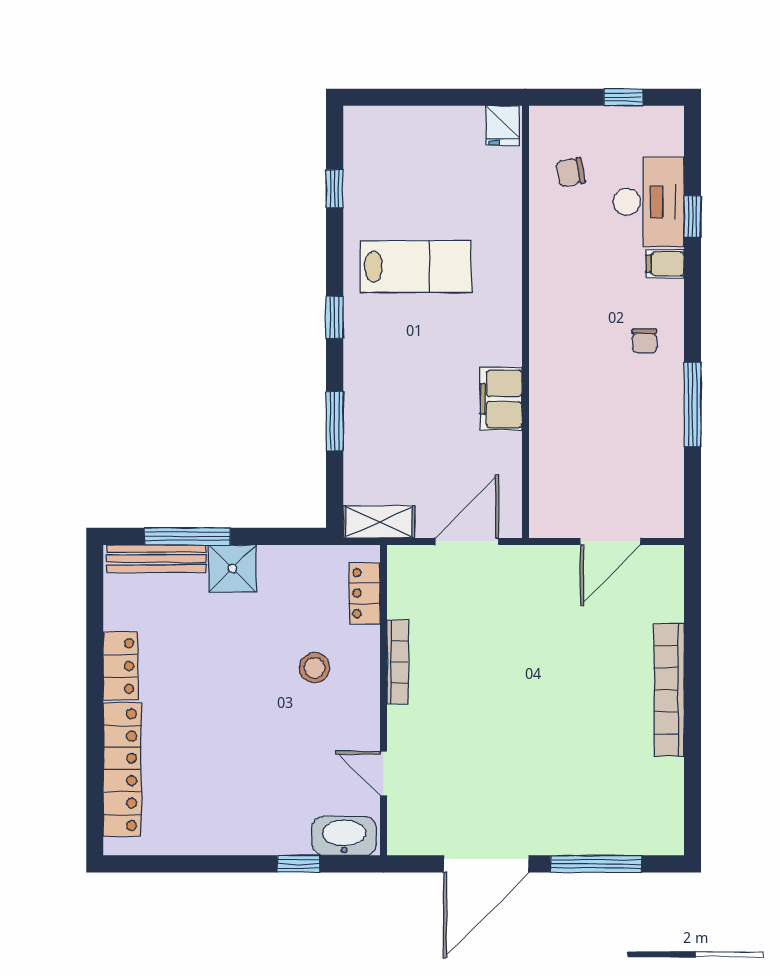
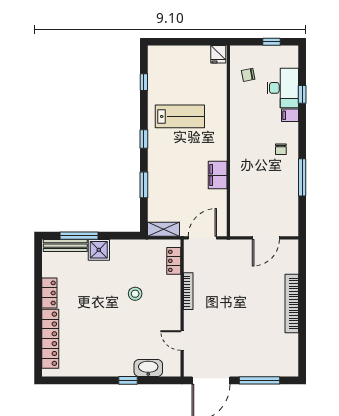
locker: (365, 593) -> (174, 261), moved
bookcase: (398, 662) -> (188, 291), moved
wall: (384, 700) -> (182, 308), moved
door: (384, 773) -> (182, 340), moved

